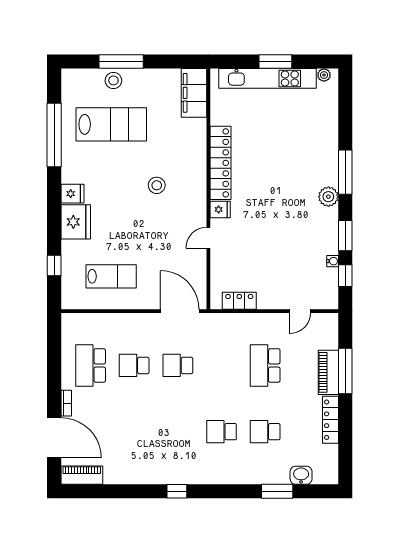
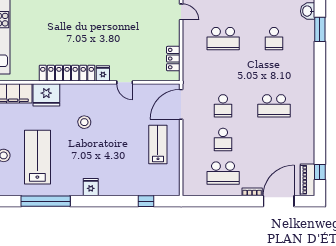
fridge: (76, 222) -> (46, 95), moved, turned 180
lab bench: (111, 276) -> (158, 145), moved
school desk: (222, 432) -> (274, 106), moved, width x1.85
window: (177, 491) -> (320, 172), moved

